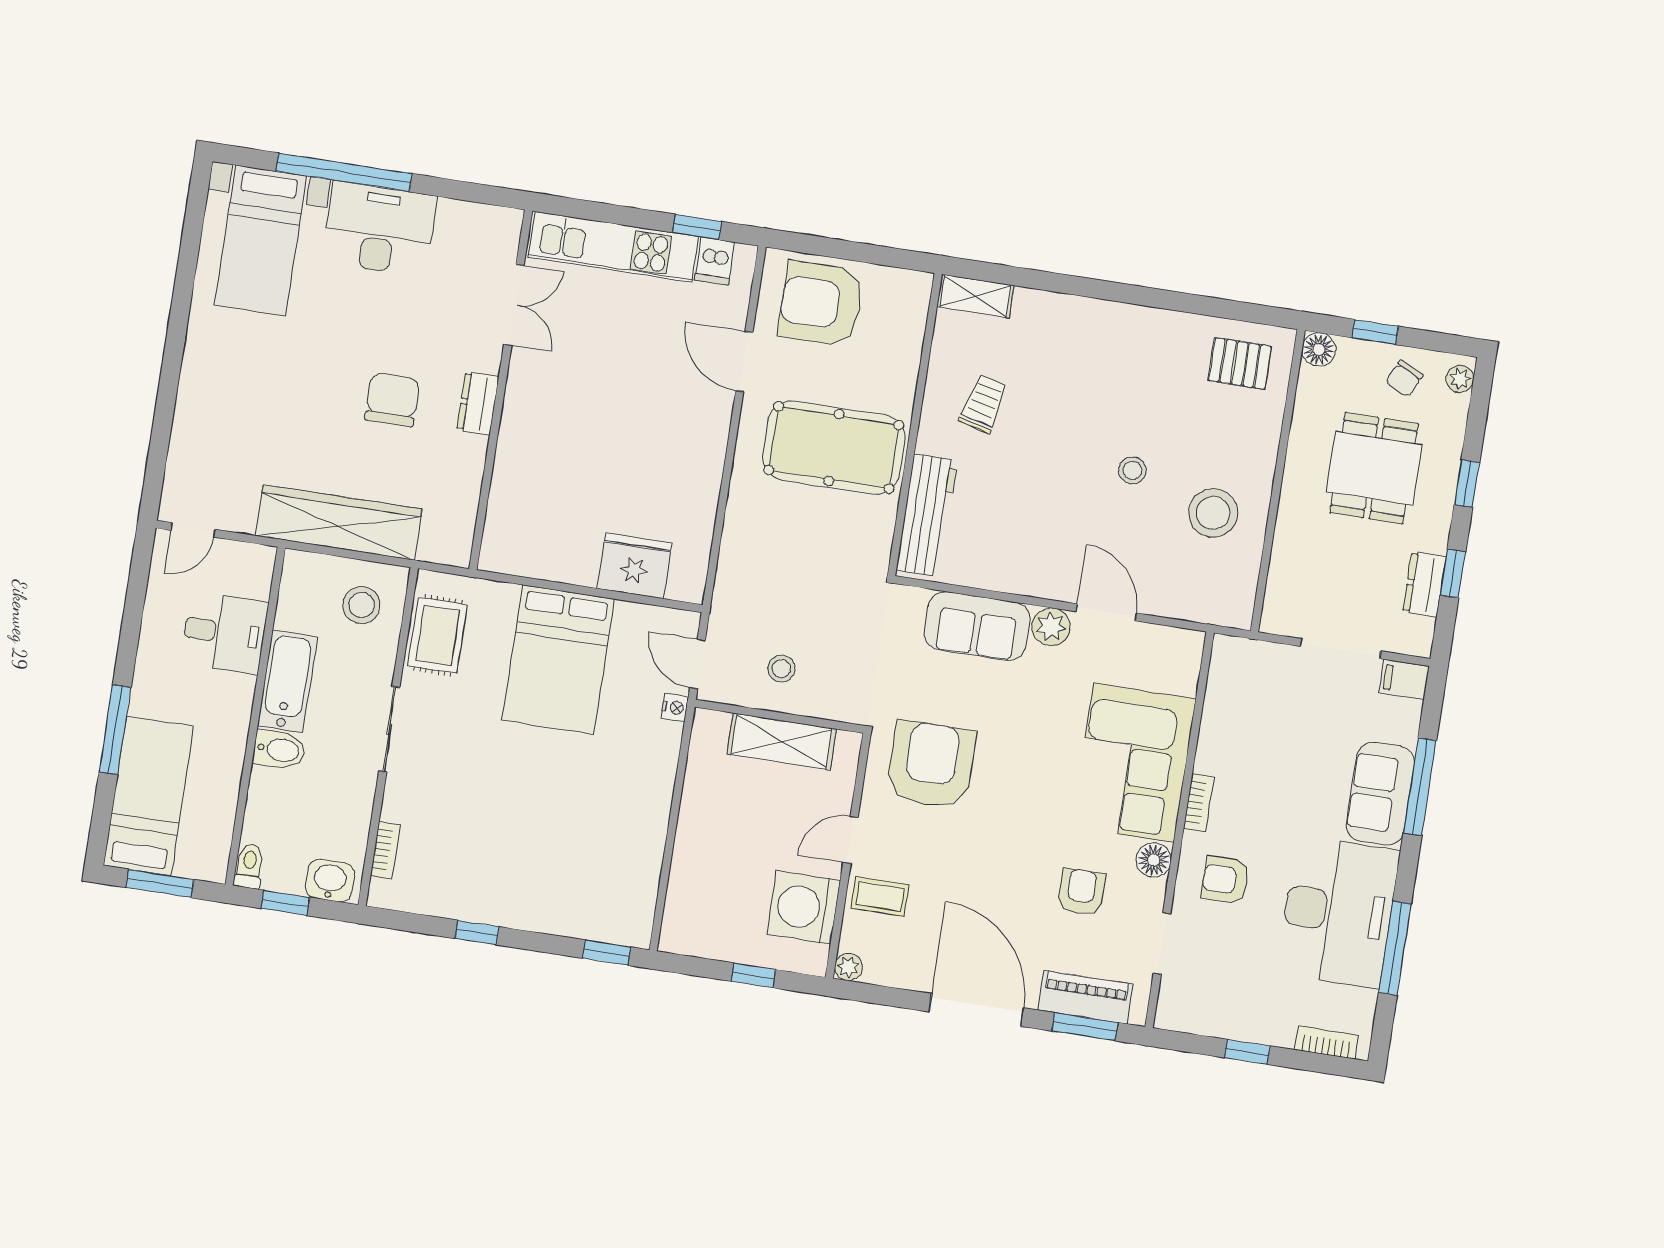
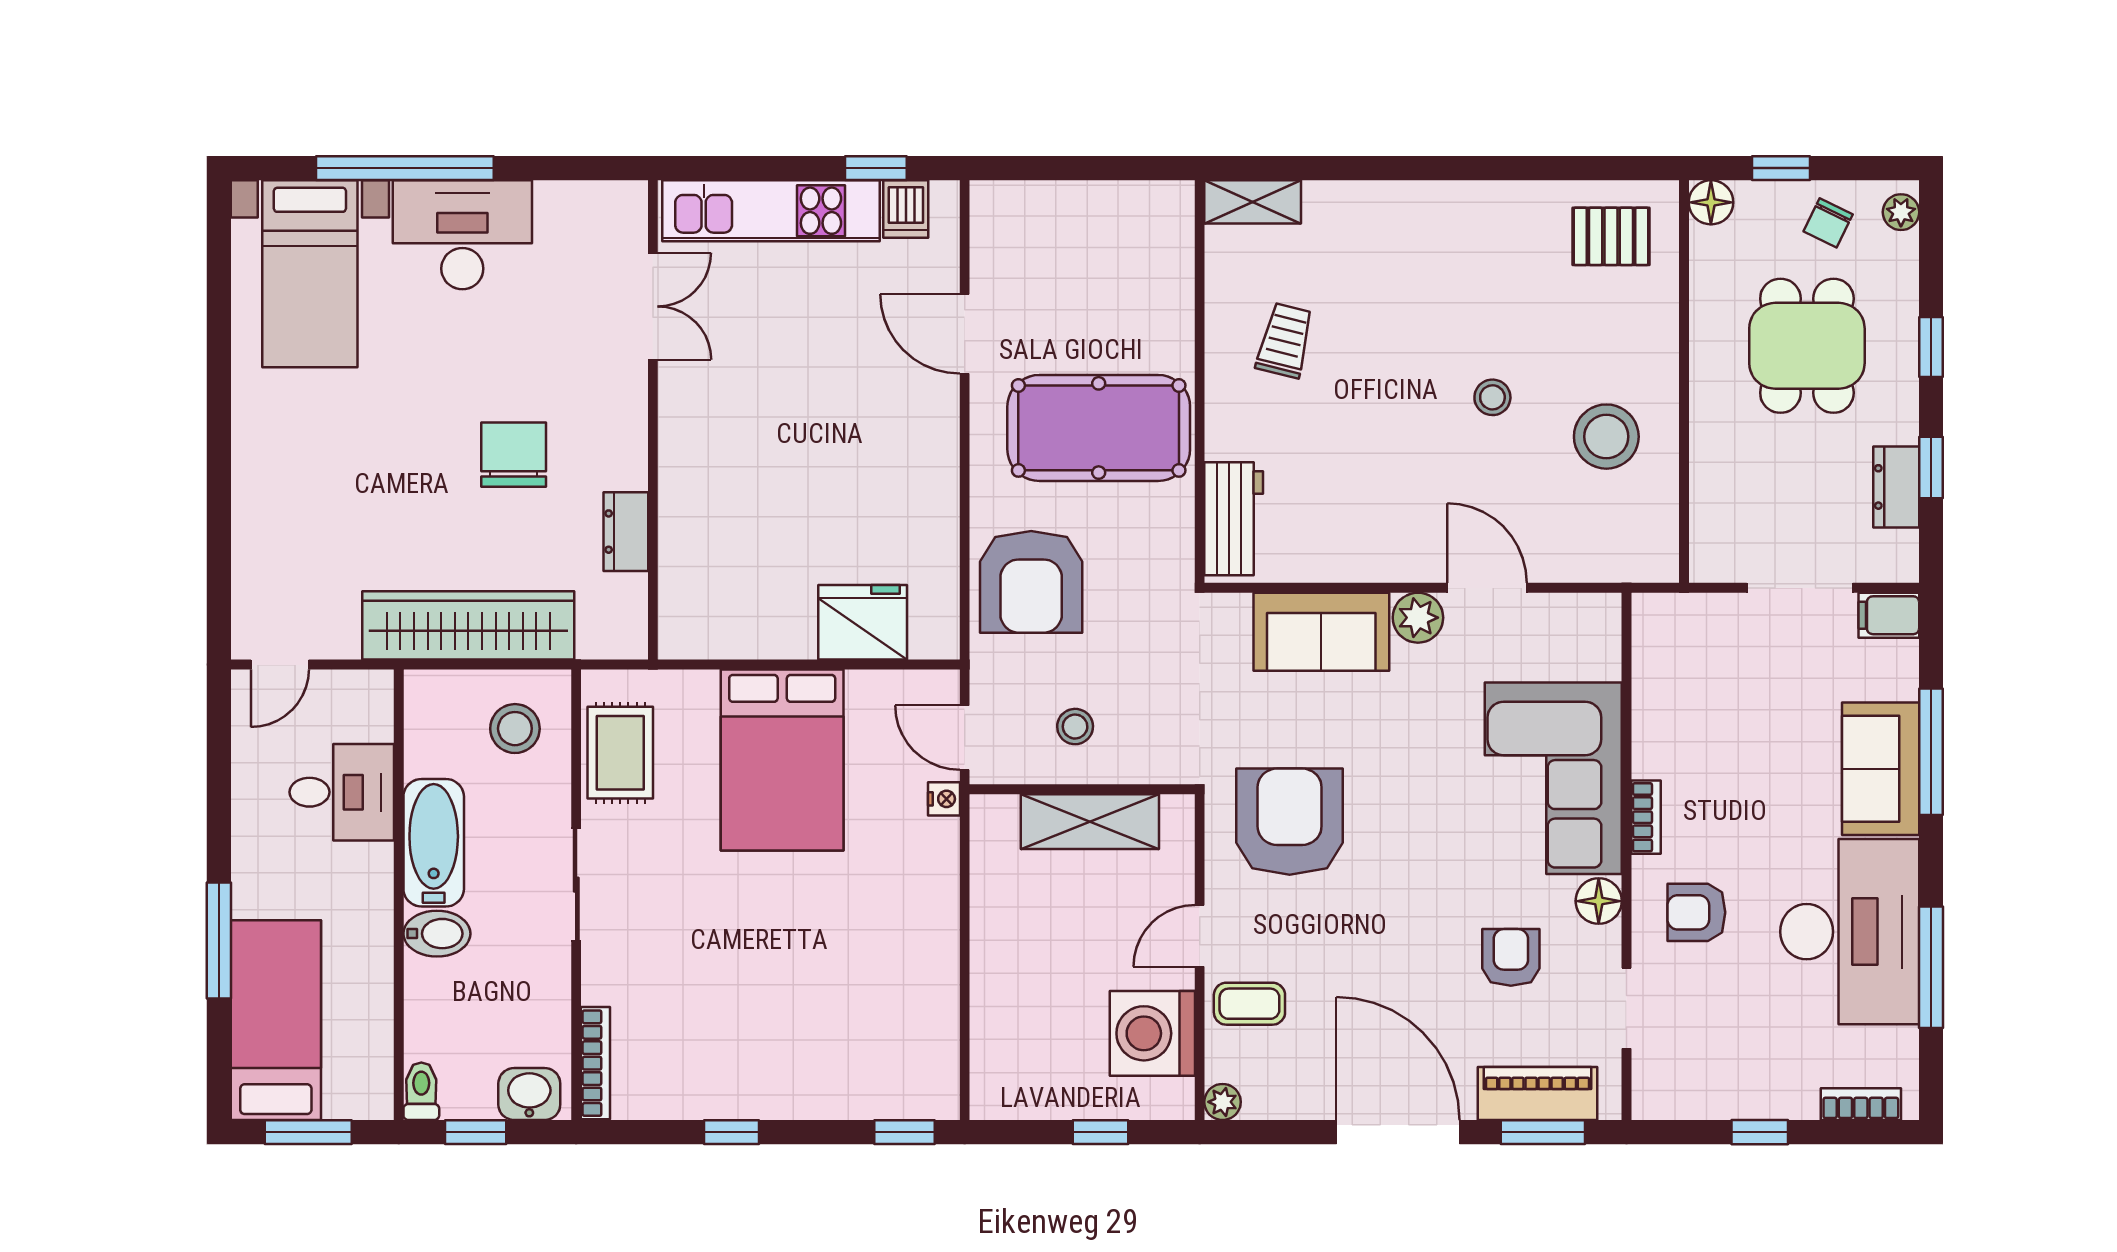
armchair: (821, 304) -> (1031, 582), moved, turned -90
dresser: (478, 403) -> (626, 532), moved
workbench: (927, 515) -> (1234, 519), width x0.73
bookcase: (385, 850) -> (595, 1063), width x1.56

